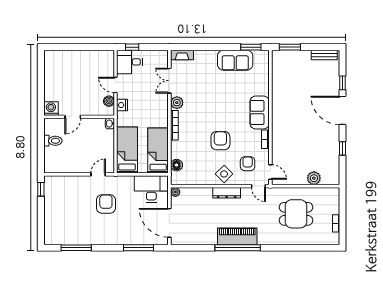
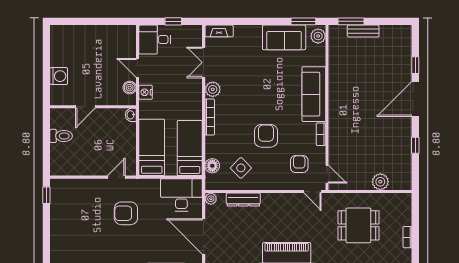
window: (132, 47) -> (173, 21), moved
bench: (324, 55) -> (363, 31), moved
plant: (263, 59) -> (318, 36), added
washing machine: (51, 109) -> (59, 76), moved, turned 90
door: (342, 110) -> (415, 99), hinge flipped
sofa: (260, 112) -> (314, 94), width x1.36
side table: (224, 174) -> (241, 168), moved
dresser: (227, 193) -> (243, 200), moved
armchair: (106, 204) -> (126, 213), turned -90

